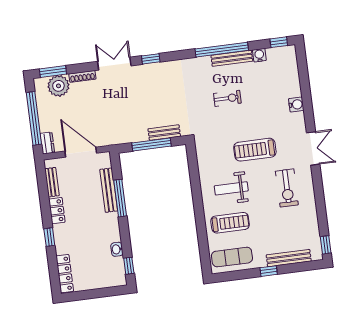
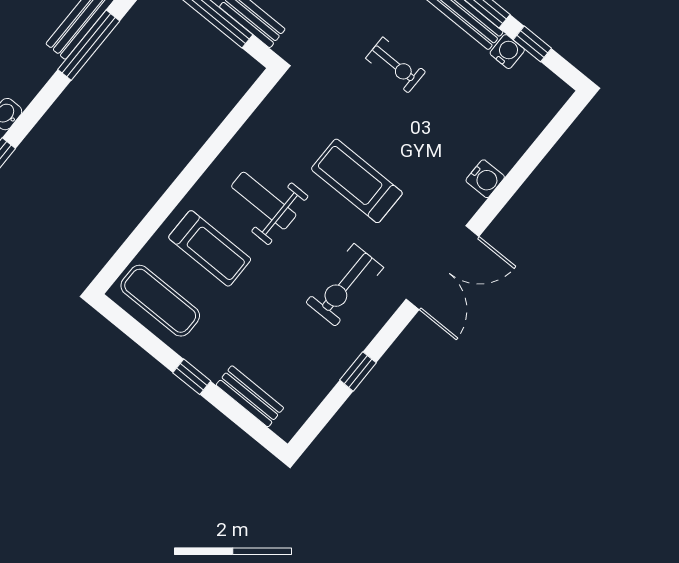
window: (279, 42) -> (532, 44), moved
double door: (313, 148) -> (443, 268), width x1.37
window: (326, 245) -> (358, 371), moved
bench: (289, 258) -> (250, 396), width x0.73

